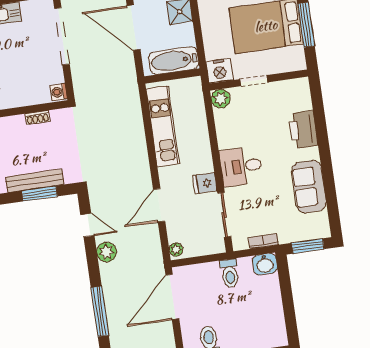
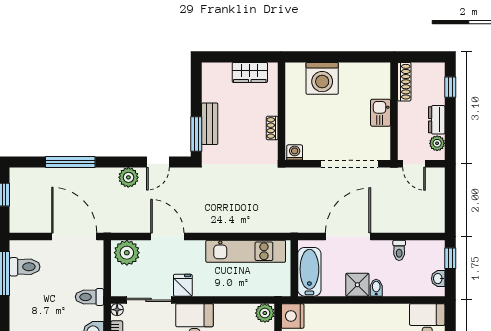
bench: (35, 181) -> (210, 124), width x0.73
window: (39, 194) -> (196, 134), moved
floor lamp: (238, 244) -> (117, 310), added
plant: (176, 250) -> (127, 253), width x1.88, depth x1.88

